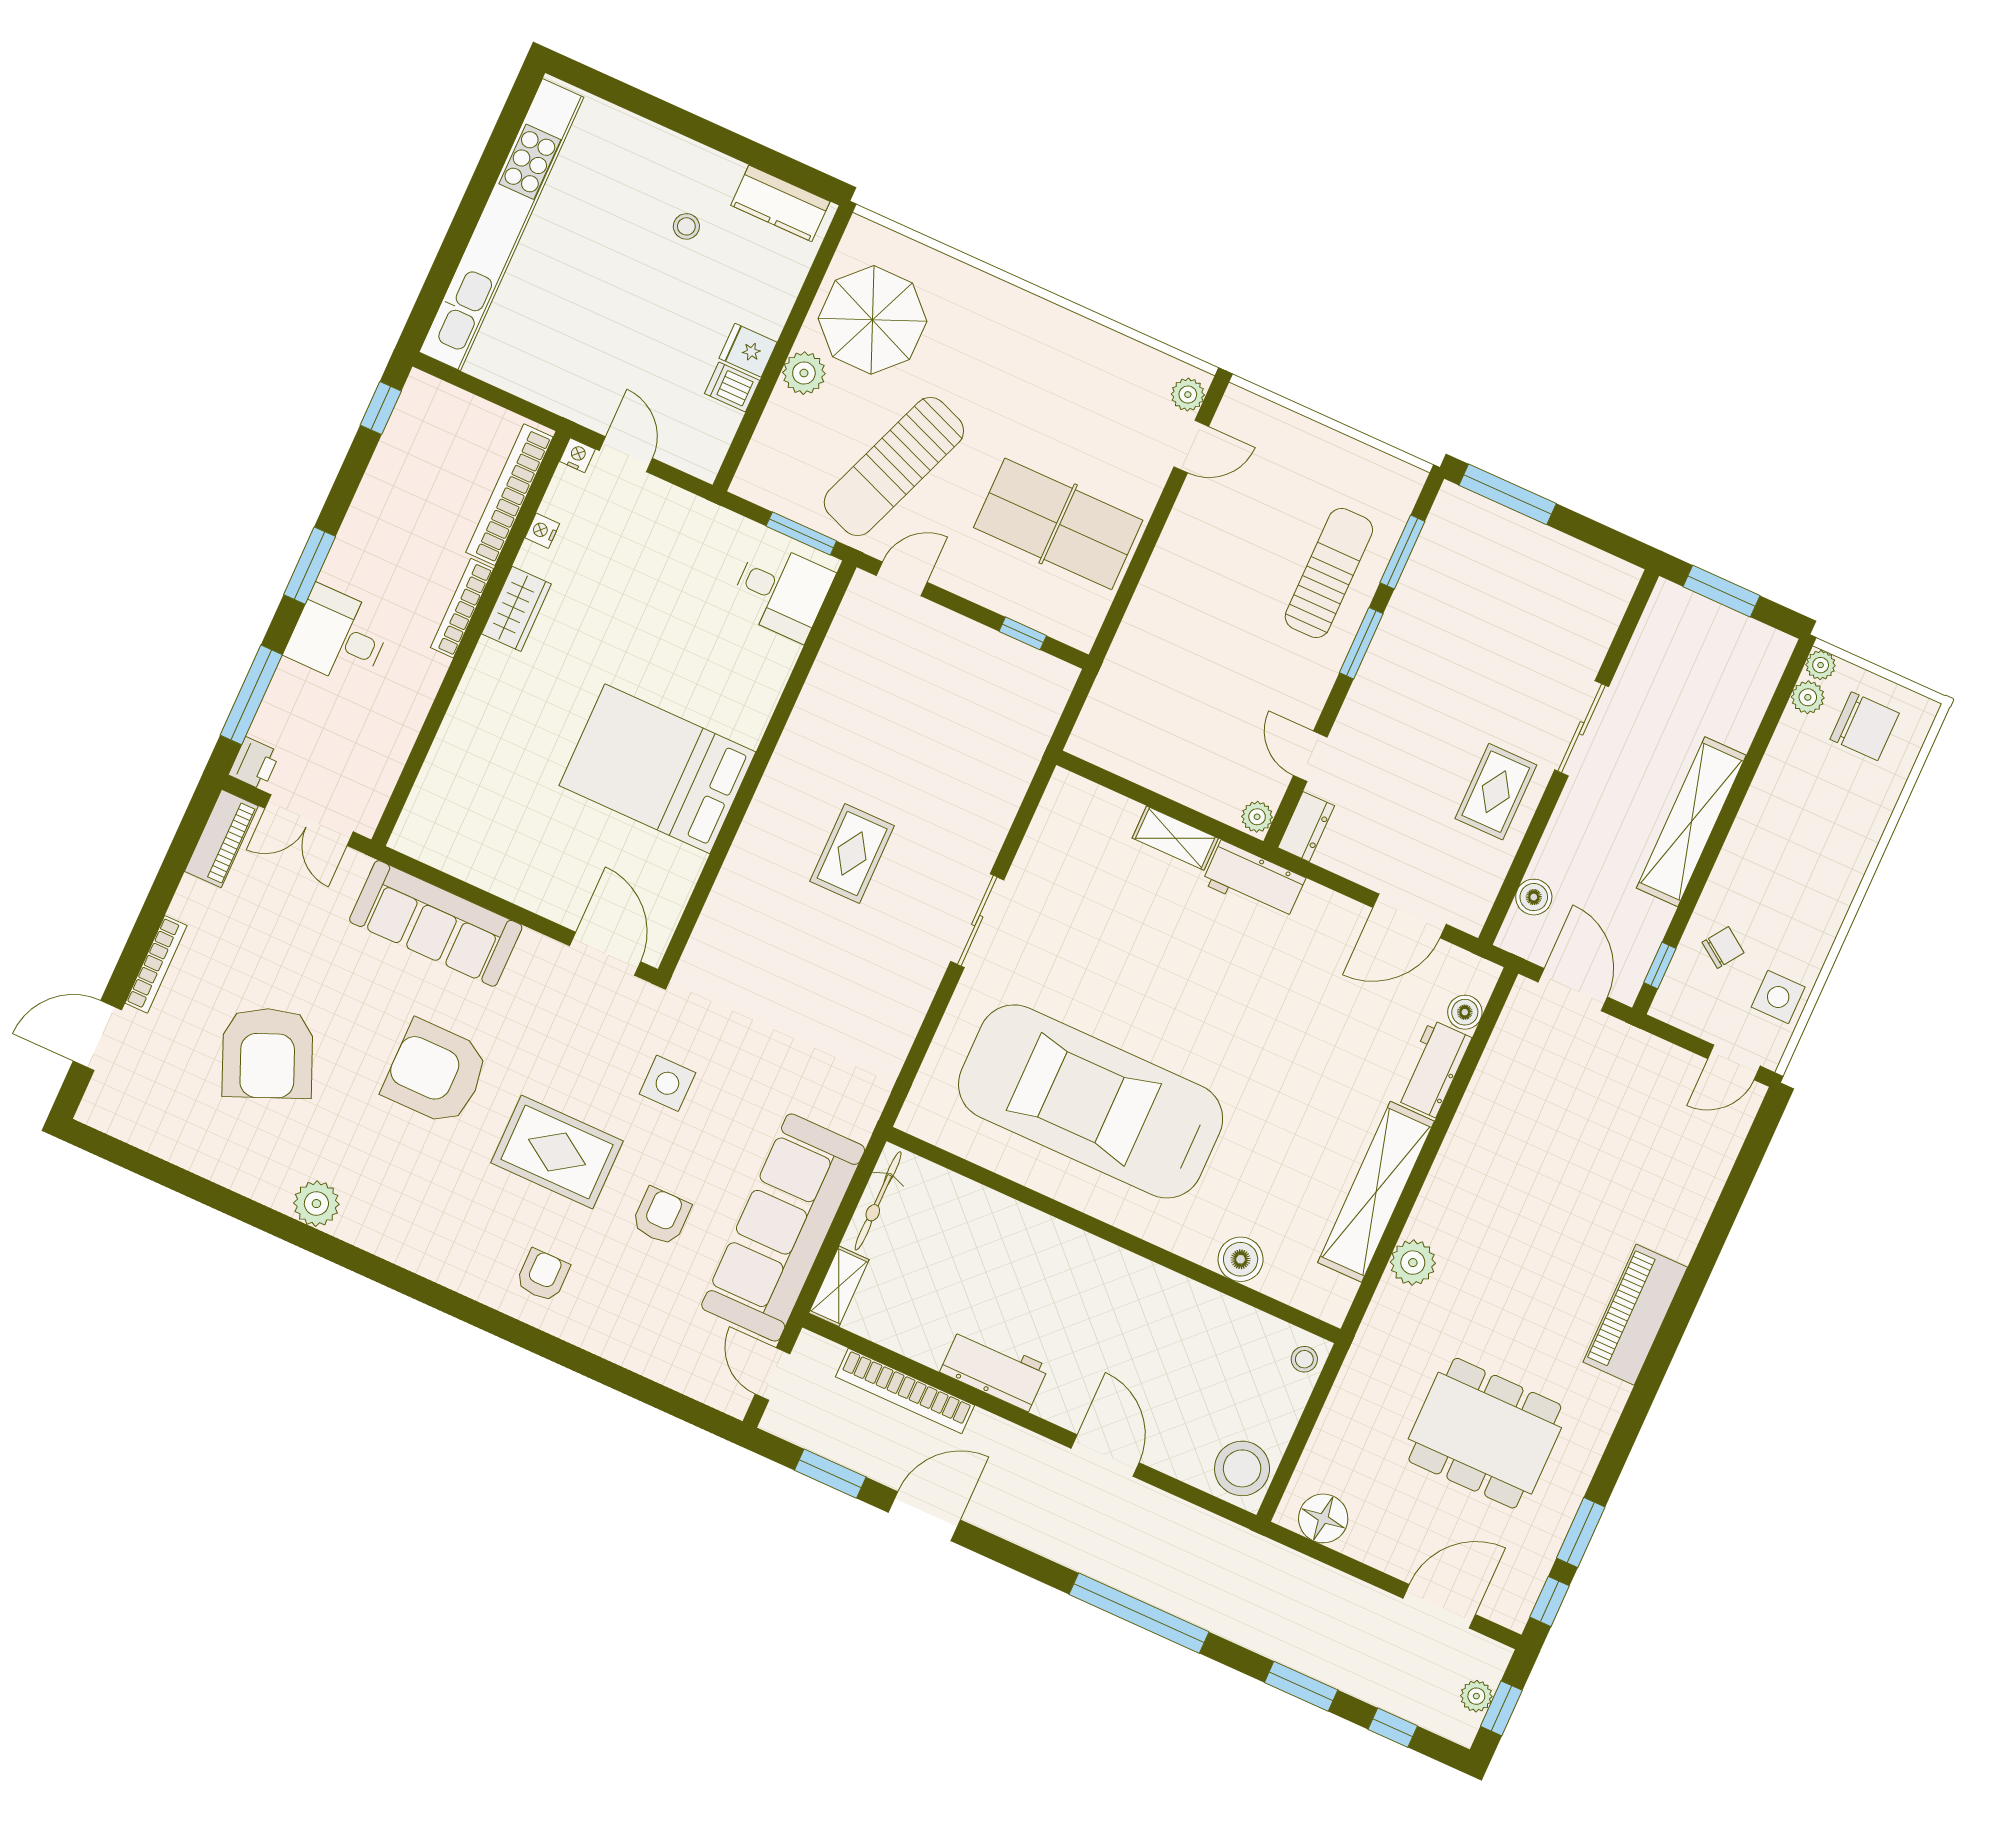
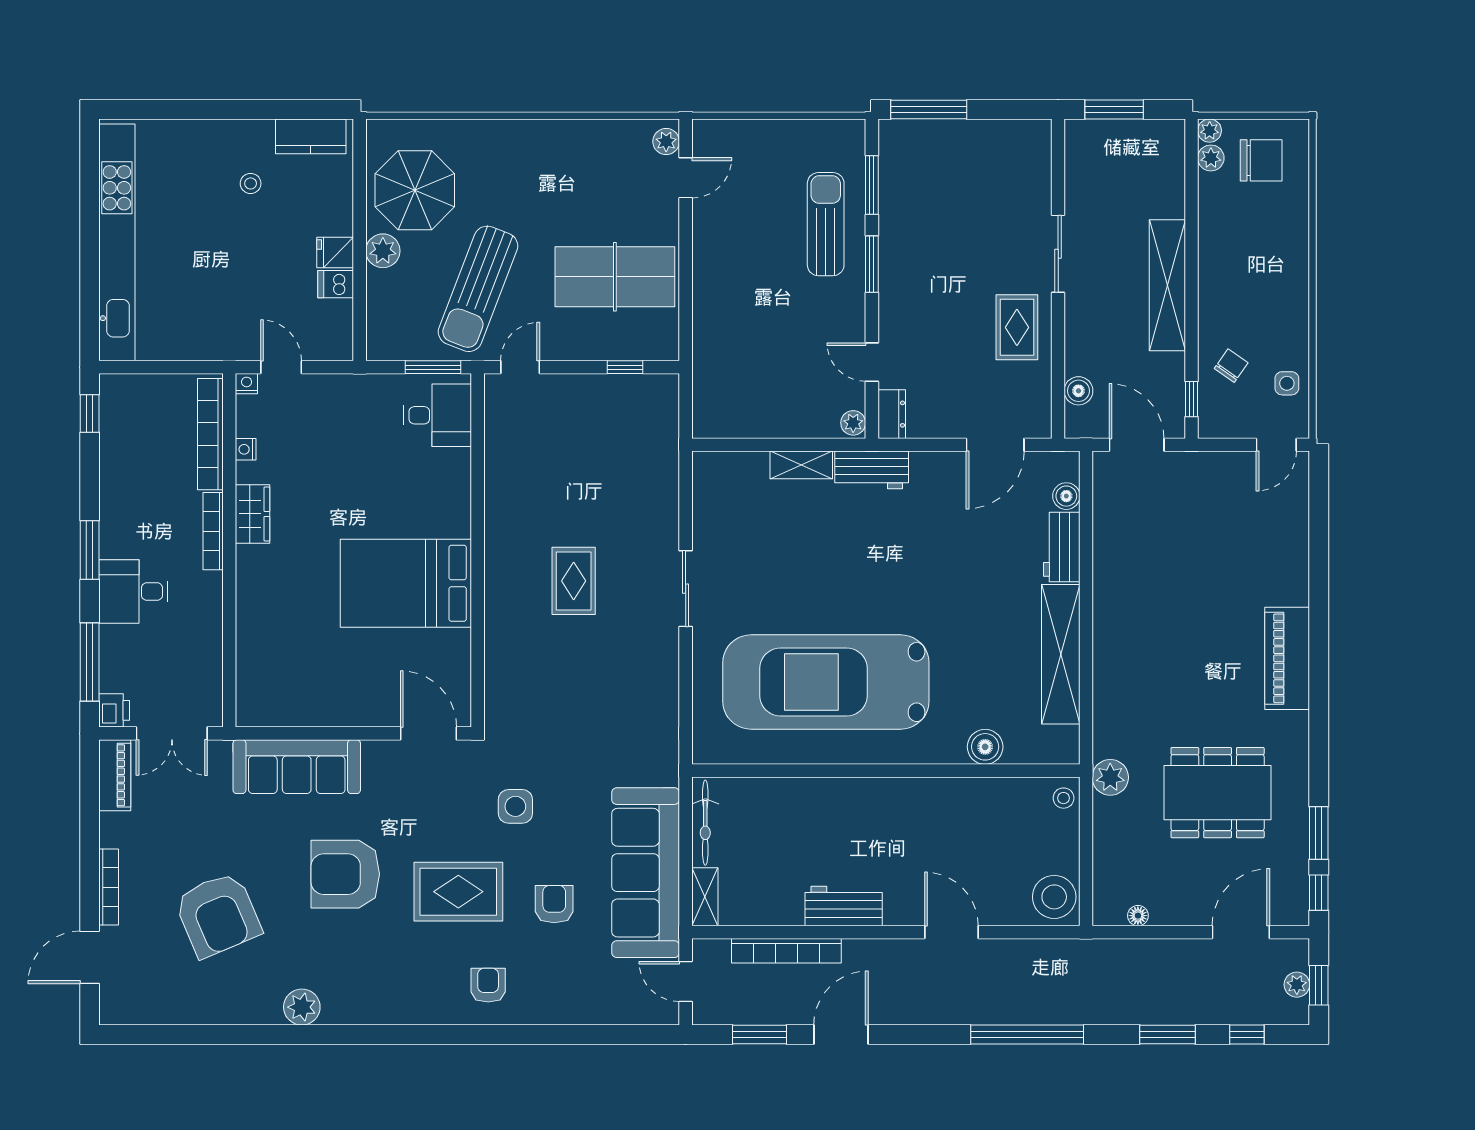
side table: (1778, 997) -> (1287, 383), width x0.73, depth x0.73
plant: (1413, 1263) -> (1110, 777), moved
floor lamp: (1323, 1518) -> (1138, 916), width x0.53, depth x0.53

